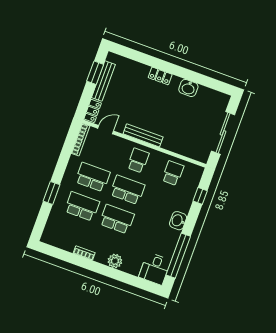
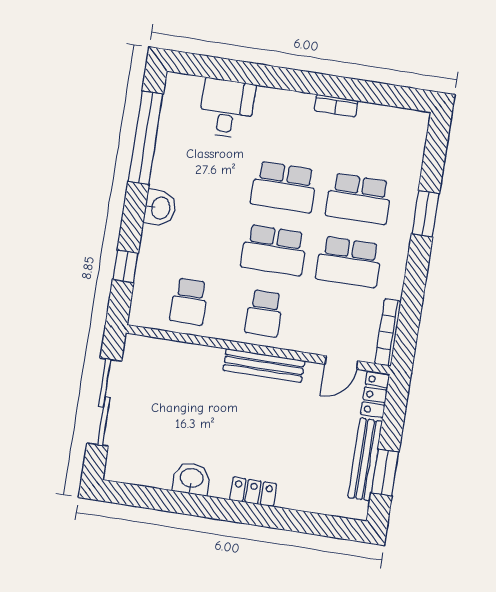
plant: (115, 261) -> (271, 102), removed
desk: (155, 269) -> (227, 108), moved

